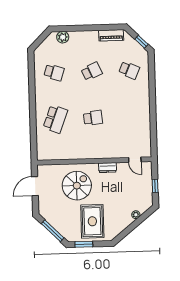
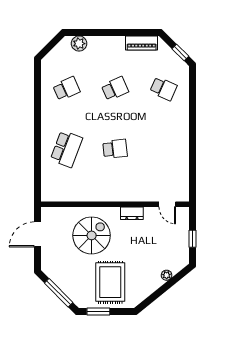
school desk: (54, 72) -> (66, 89), turned -42

